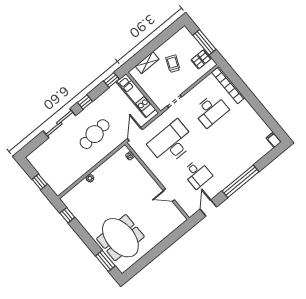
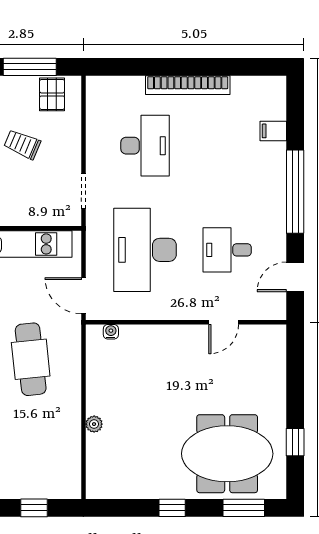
bookcase: (228, 85) -> (188, 85), moved
filing cabinet: (274, 140) -> (273, 131), moved
desk: (197, 174) -> (227, 250), turned 180
door: (208, 208) -> (295, 277), hinge flipped
window: (67, 215) -> (172, 508), moved
window: (146, 260) -> (295, 442), added

